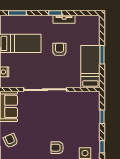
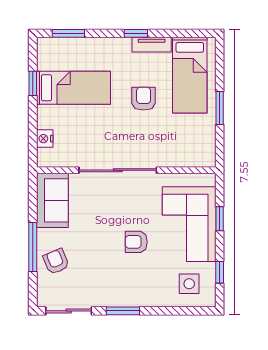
bed: (90, 67) -> (190, 75), moved, turned 180
corner sofa: (85, 120) -> (189, 224), added
armchair: (57, 148) -> (136, 242), moved

